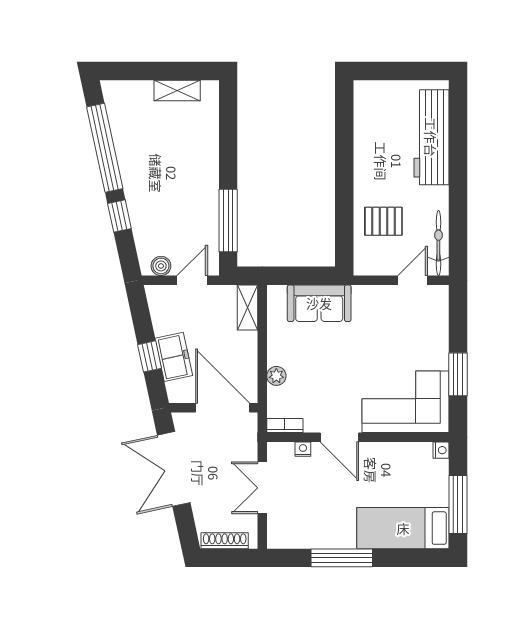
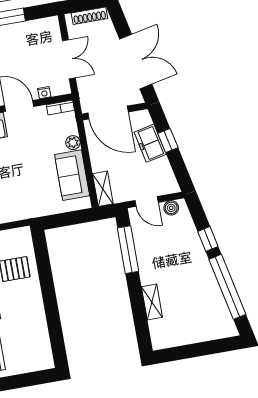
shelving: (177, 90) -> (152, 302), moved, turned 90
door: (192, 280) -> (147, 201), hinge flipped
sofa: (319, 303) -> (72, 175), moved, turned -90

